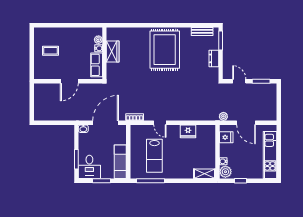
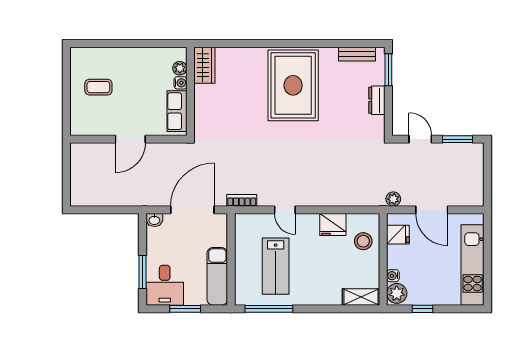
wardrobe: (113, 51) -> (204, 65), moved
stool: (206, 141) -> (363, 241), added

